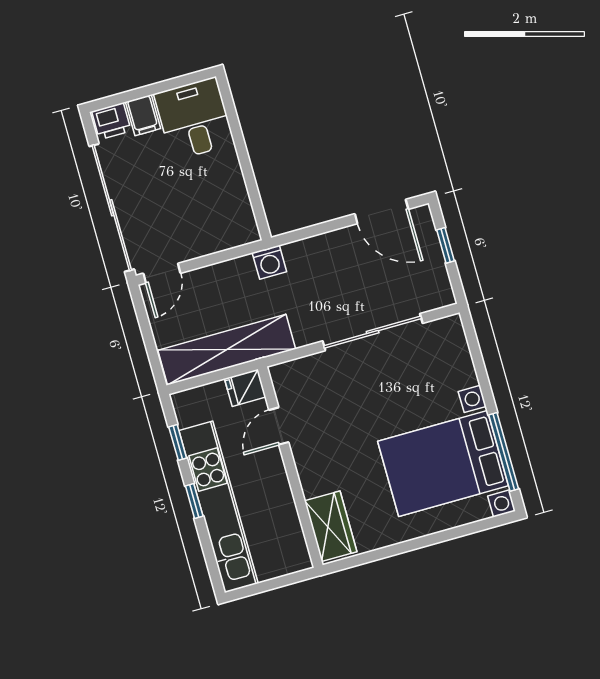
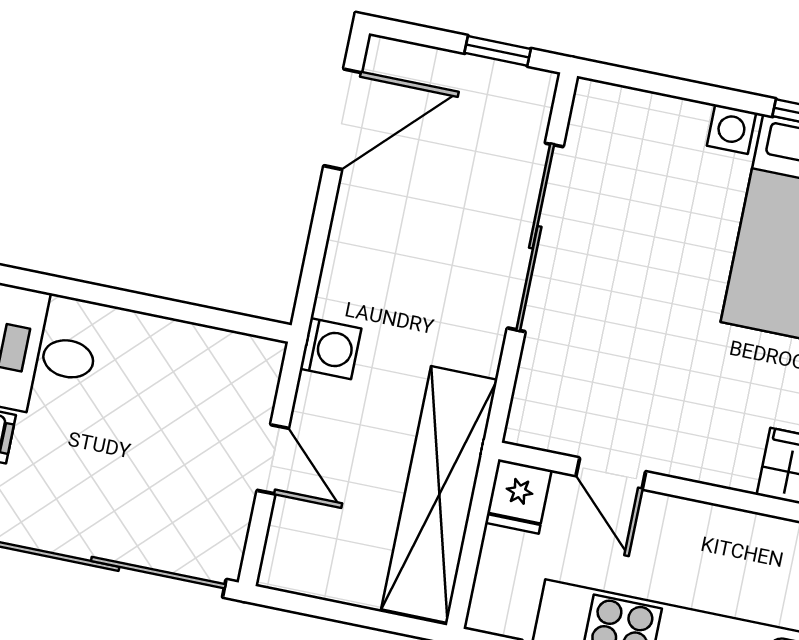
window: (446, 245) -> (498, 51), moved
door: (162, 273) -> (273, 459), moved

